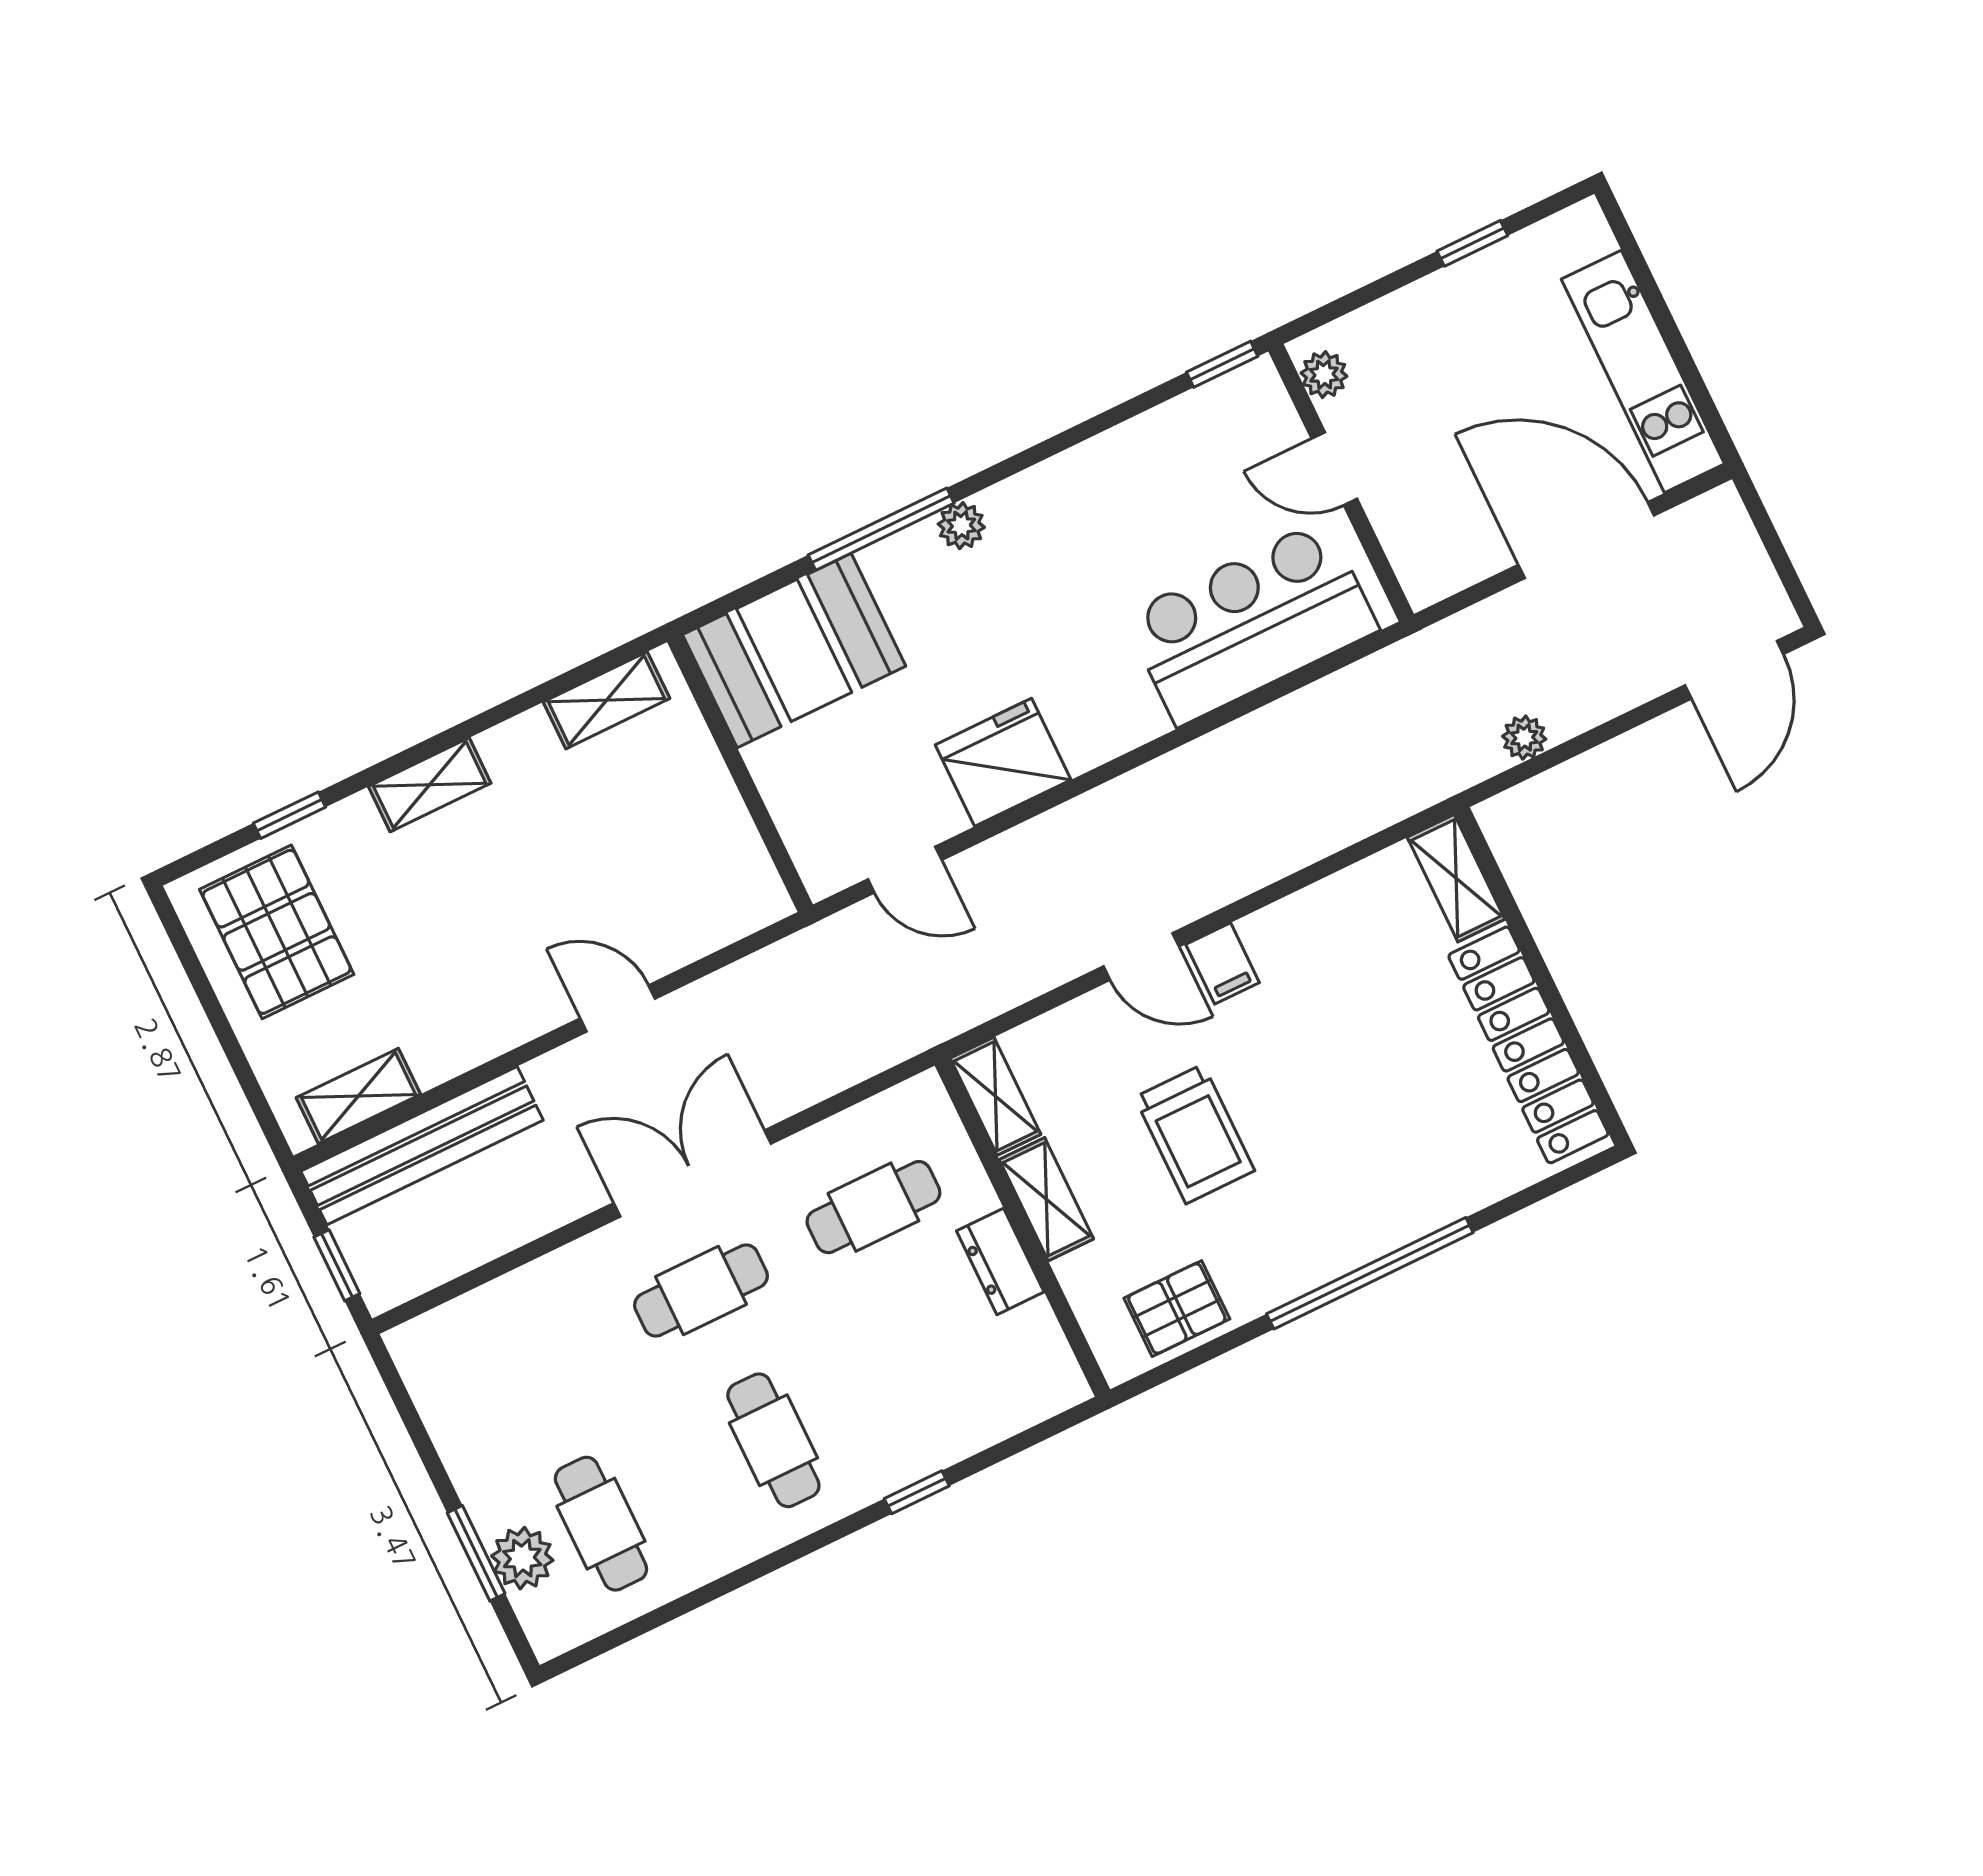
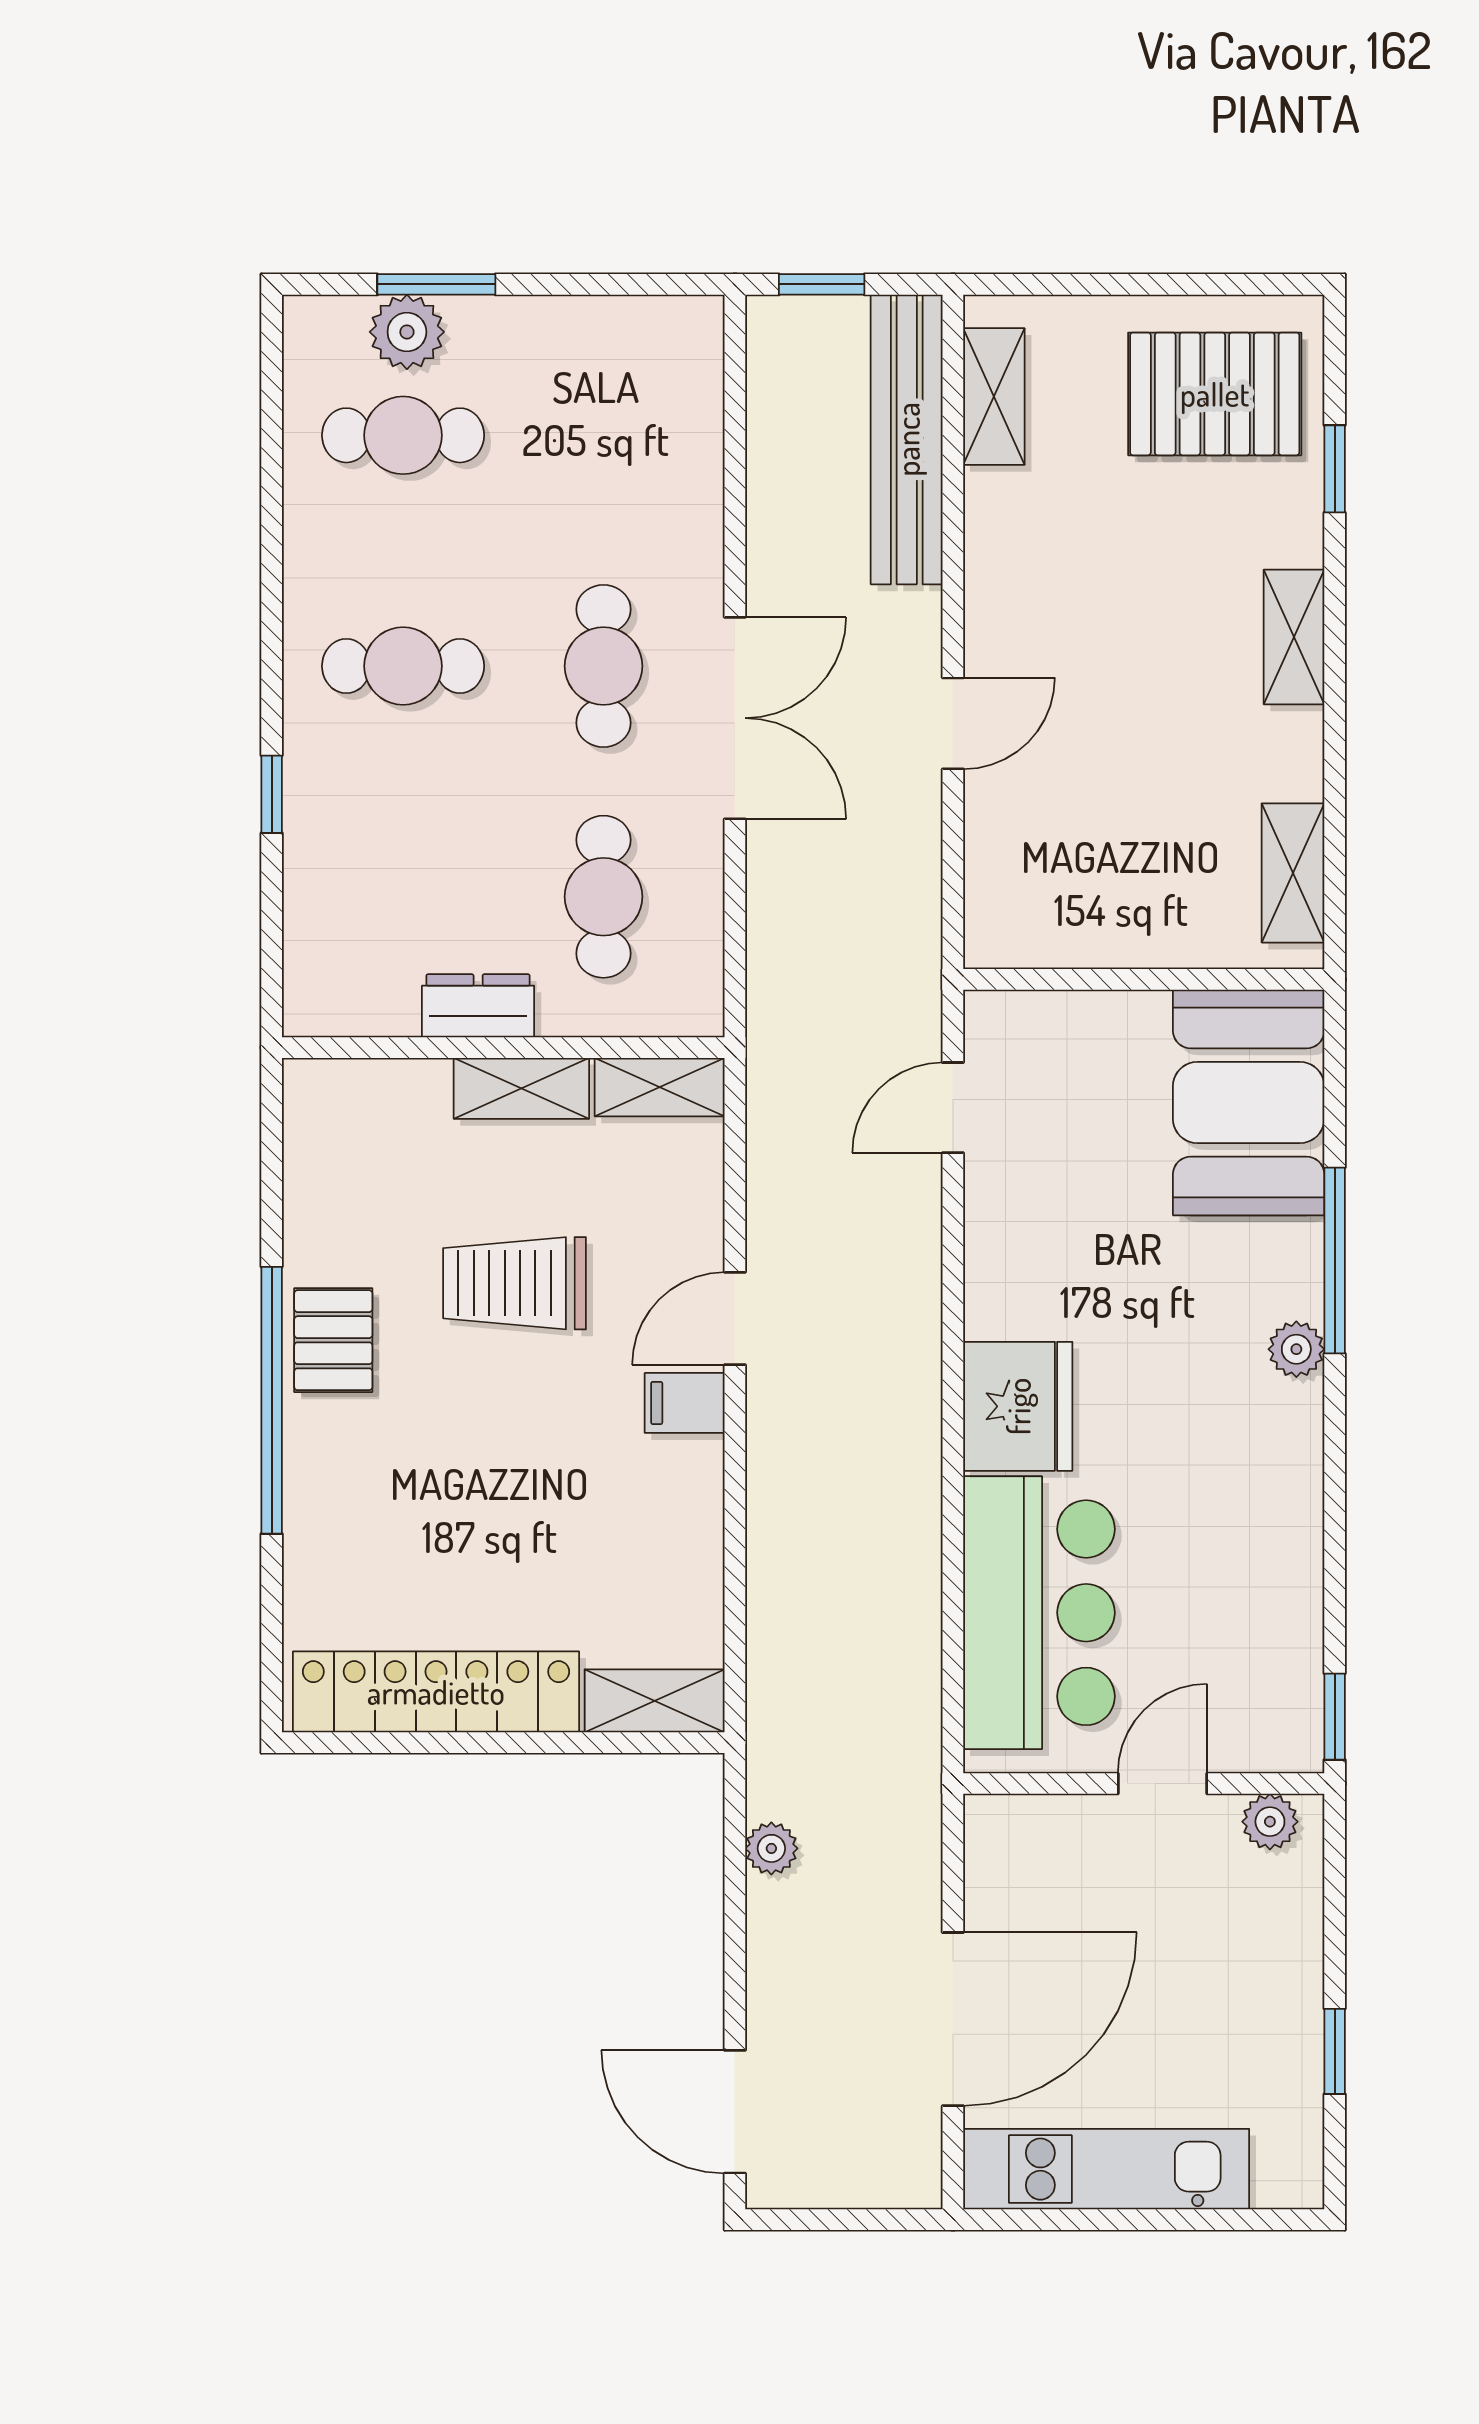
fridge: (1003, 762) -> (1018, 1406), moved
pallet: (1177, 1309) -> (333, 1340), moved

